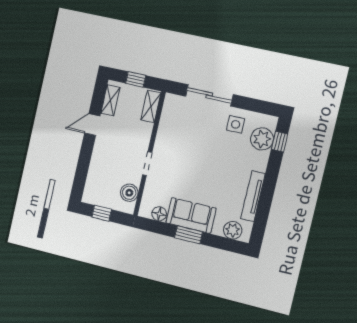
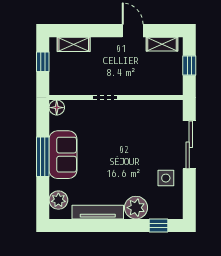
shelving: (151, 106) -> (74, 44), moved
plant: (262, 139) -> (136, 208), moved
boiler: (129, 193) -> (71, 86), removed
floor lamp: (159, 214) -> (57, 108), moved
window: (189, 235) -> (43, 157), width x1.44

